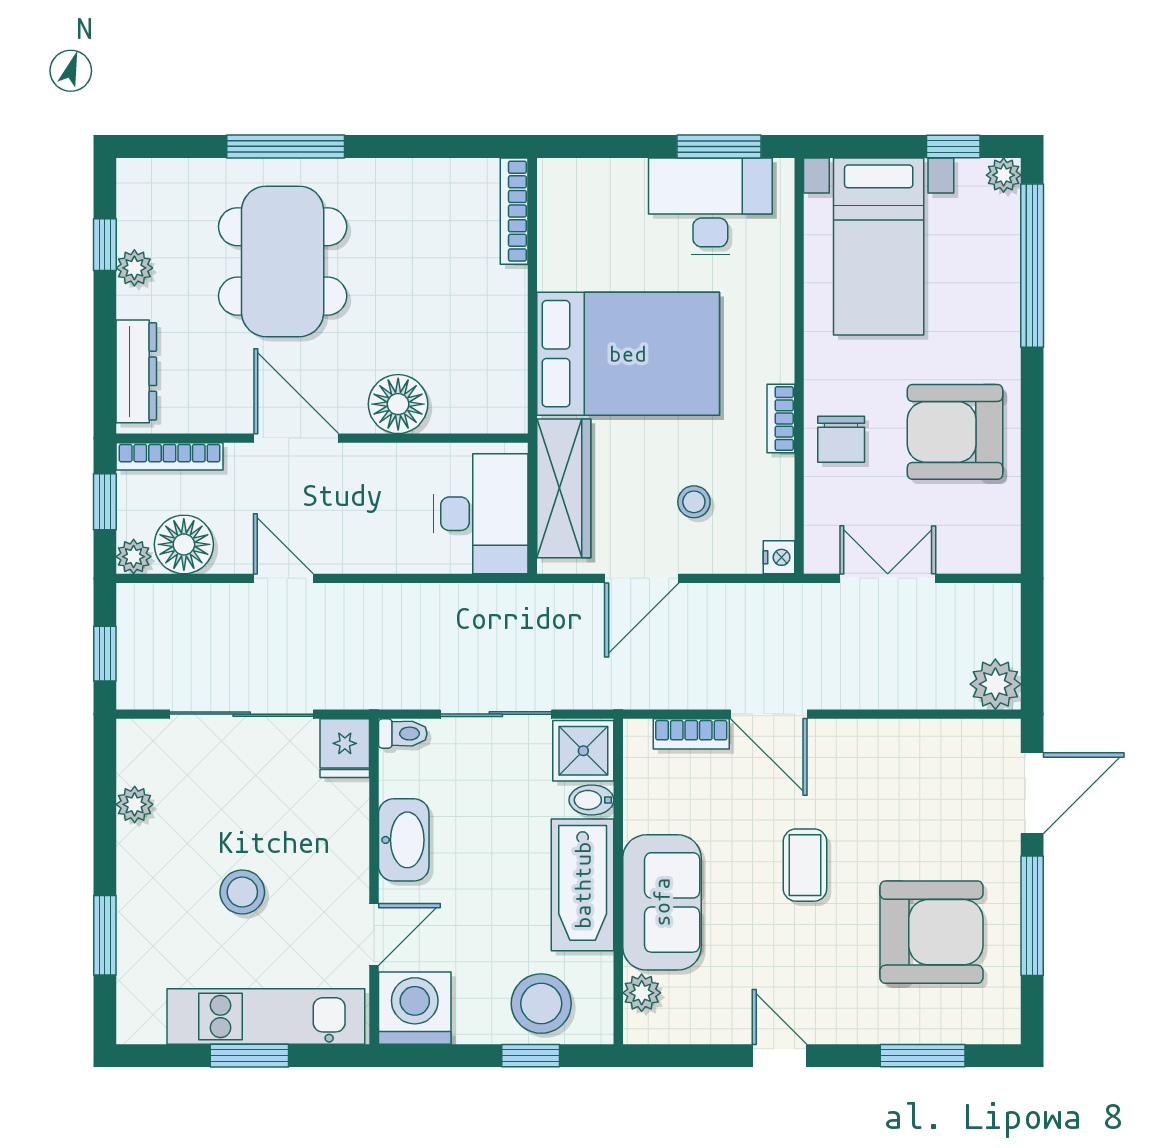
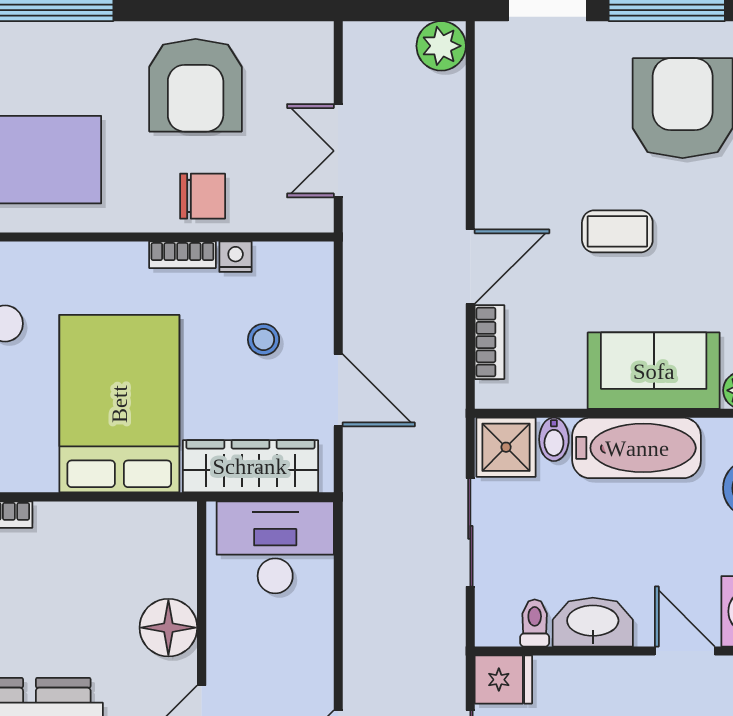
nightstand: (779, 557) -> (236, 257), moved
toilet: (403, 734) -> (535, 623), moved

